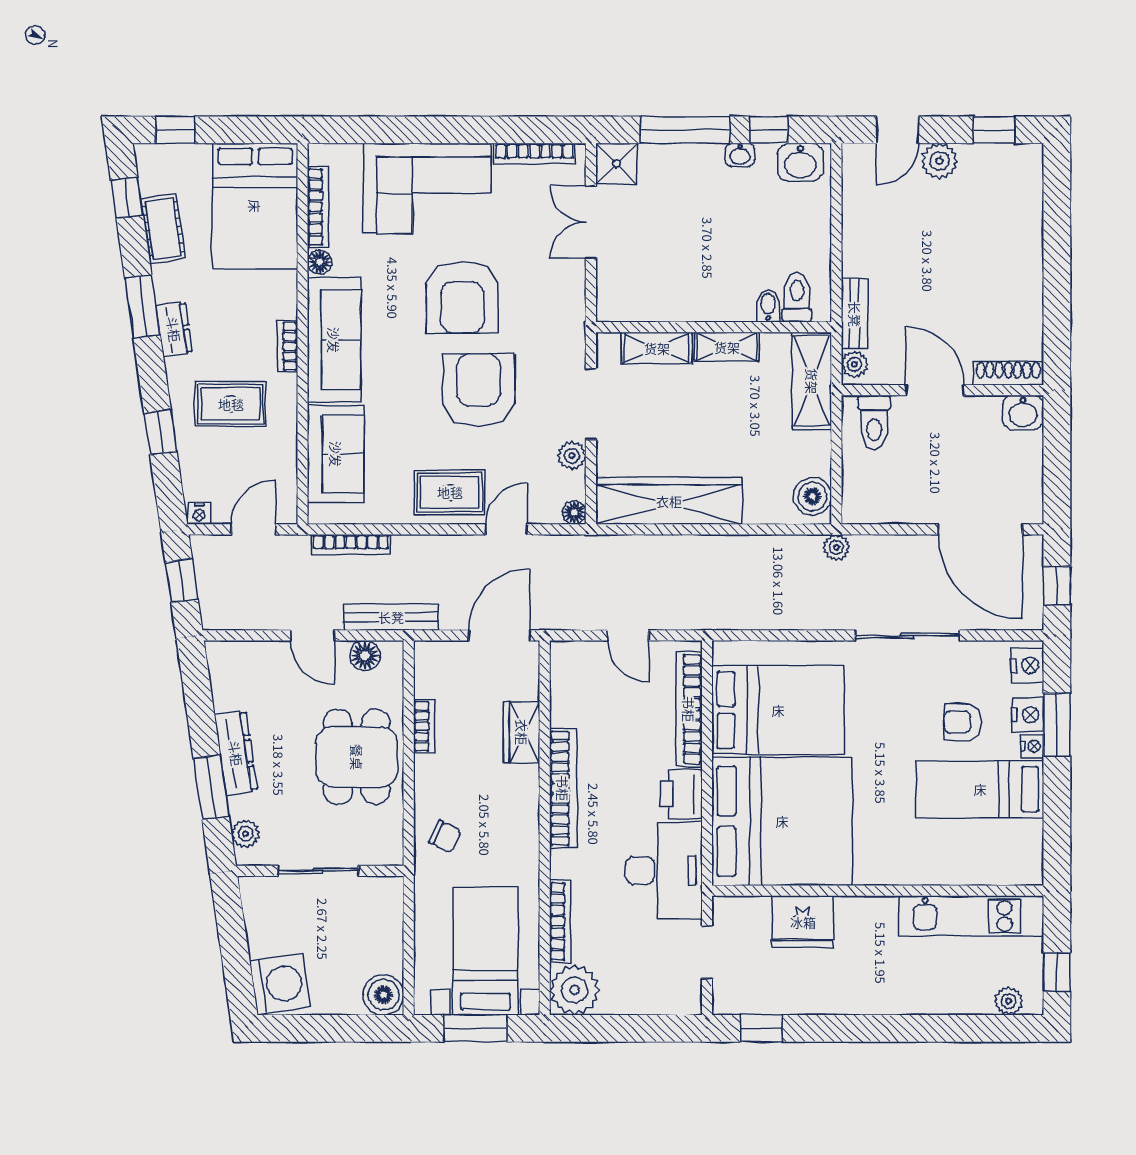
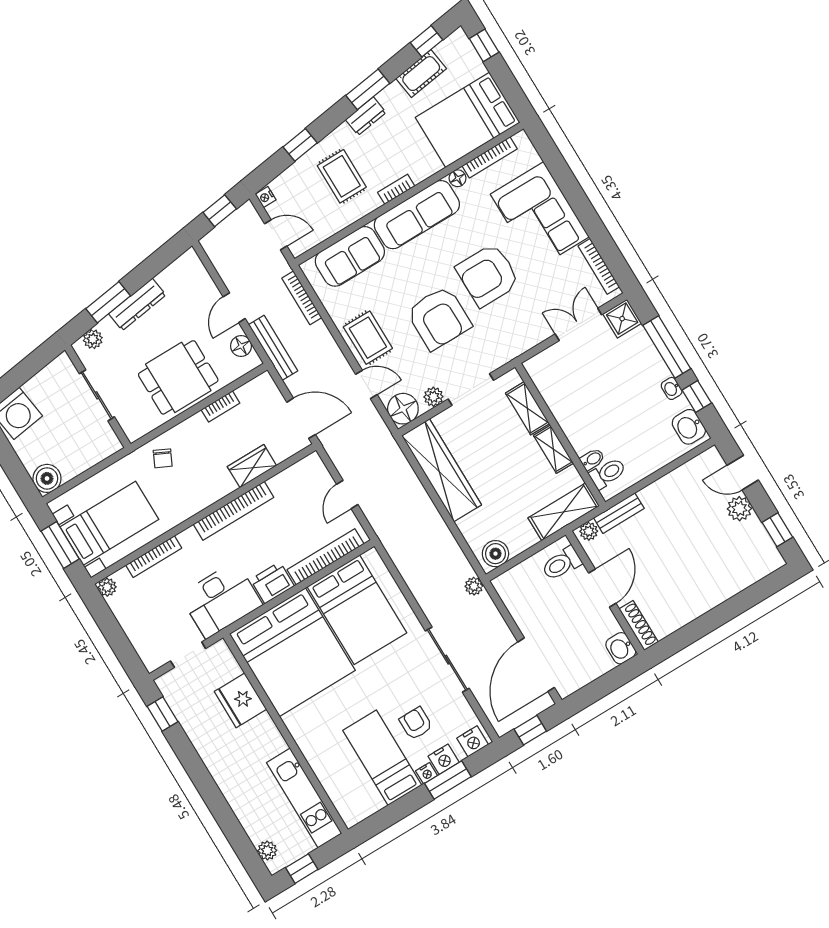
armchair: (479, 390) -> (439, 318), turned 90
floor lamp: (574, 513) -> (403, 409), width x1.89, depth x1.89
plant: (574, 990) -> (107, 587), width x0.53, depth x0.53

